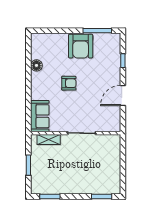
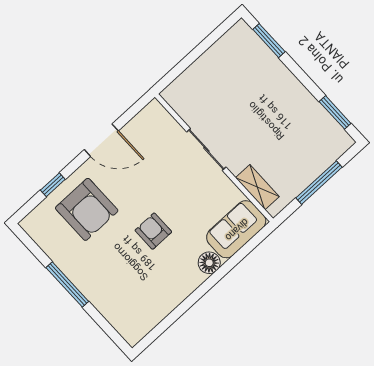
window: (97, 31) -> (67, 284), moved
armchair: (81, 46) -> (87, 209), moved, turned 90
floor lamp: (36, 65) -> (209, 263), moved
window: (28, 165) -> (319, 183), width x1.44

